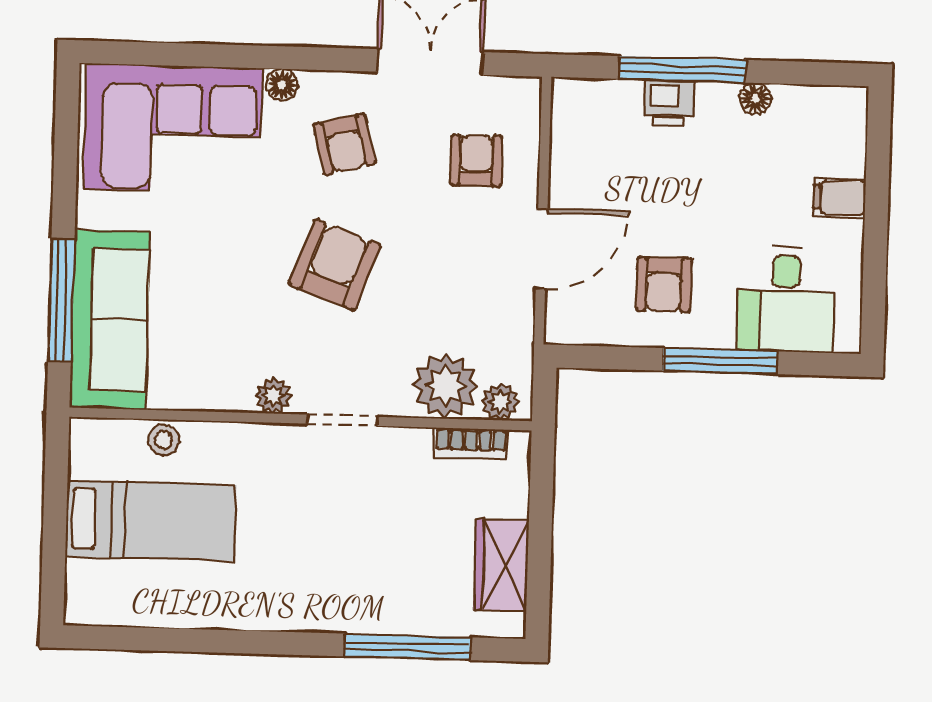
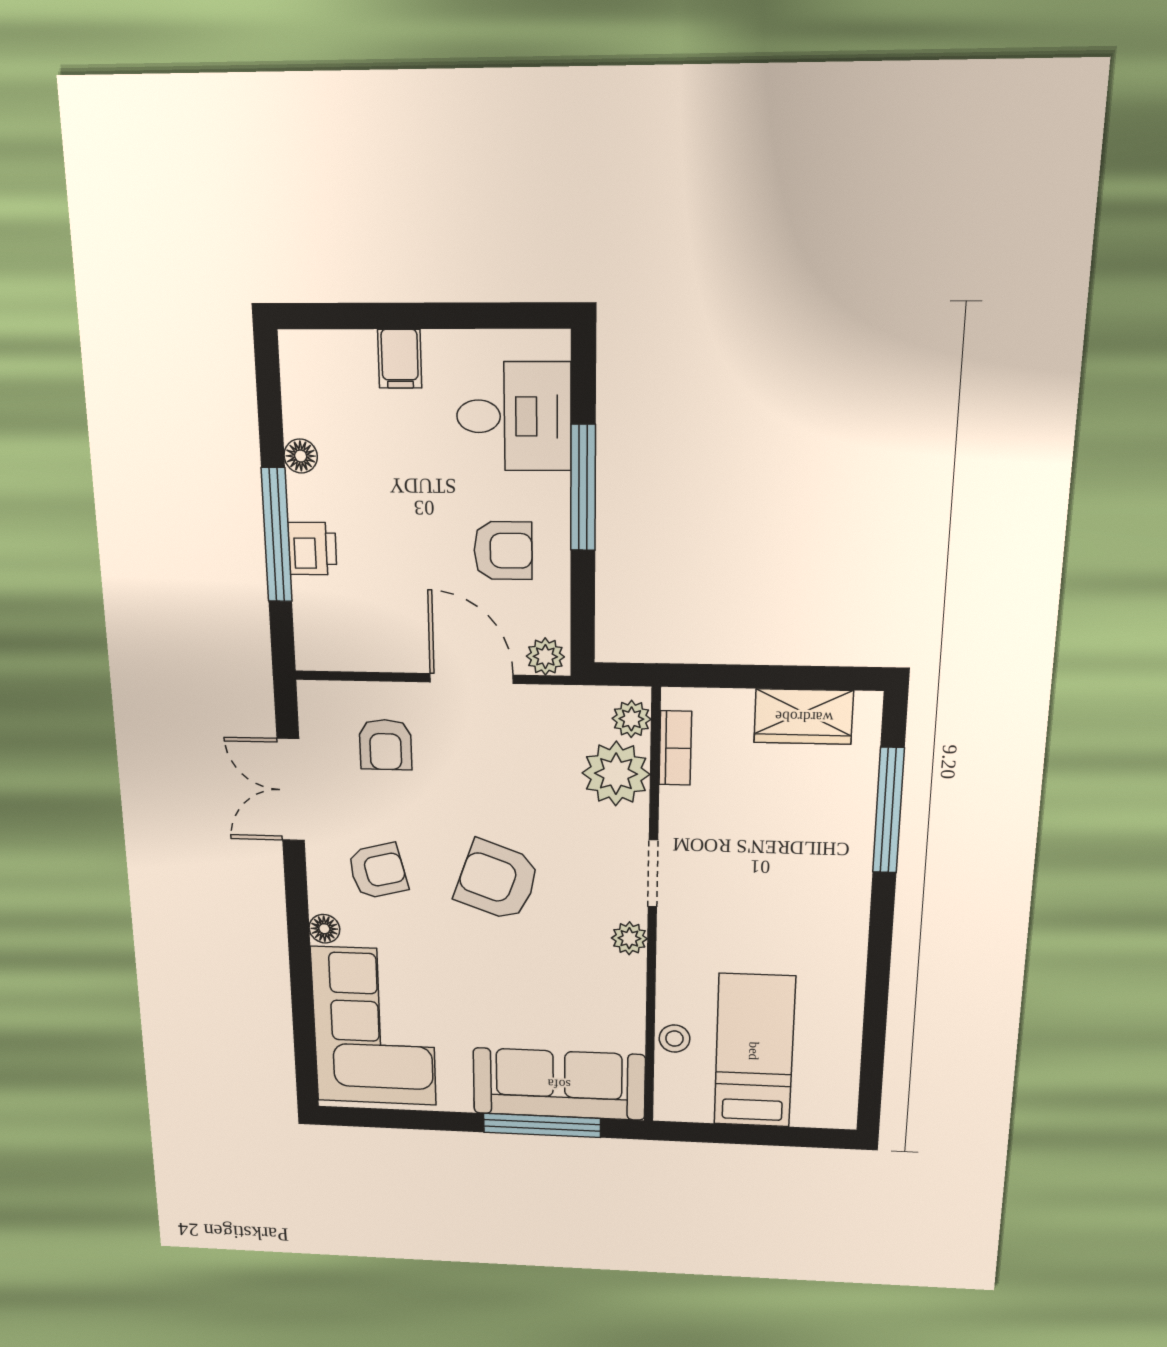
armchair: (476, 161) -> (385, 745), turned -90
plant: (562, 321) -> (545, 657), added

